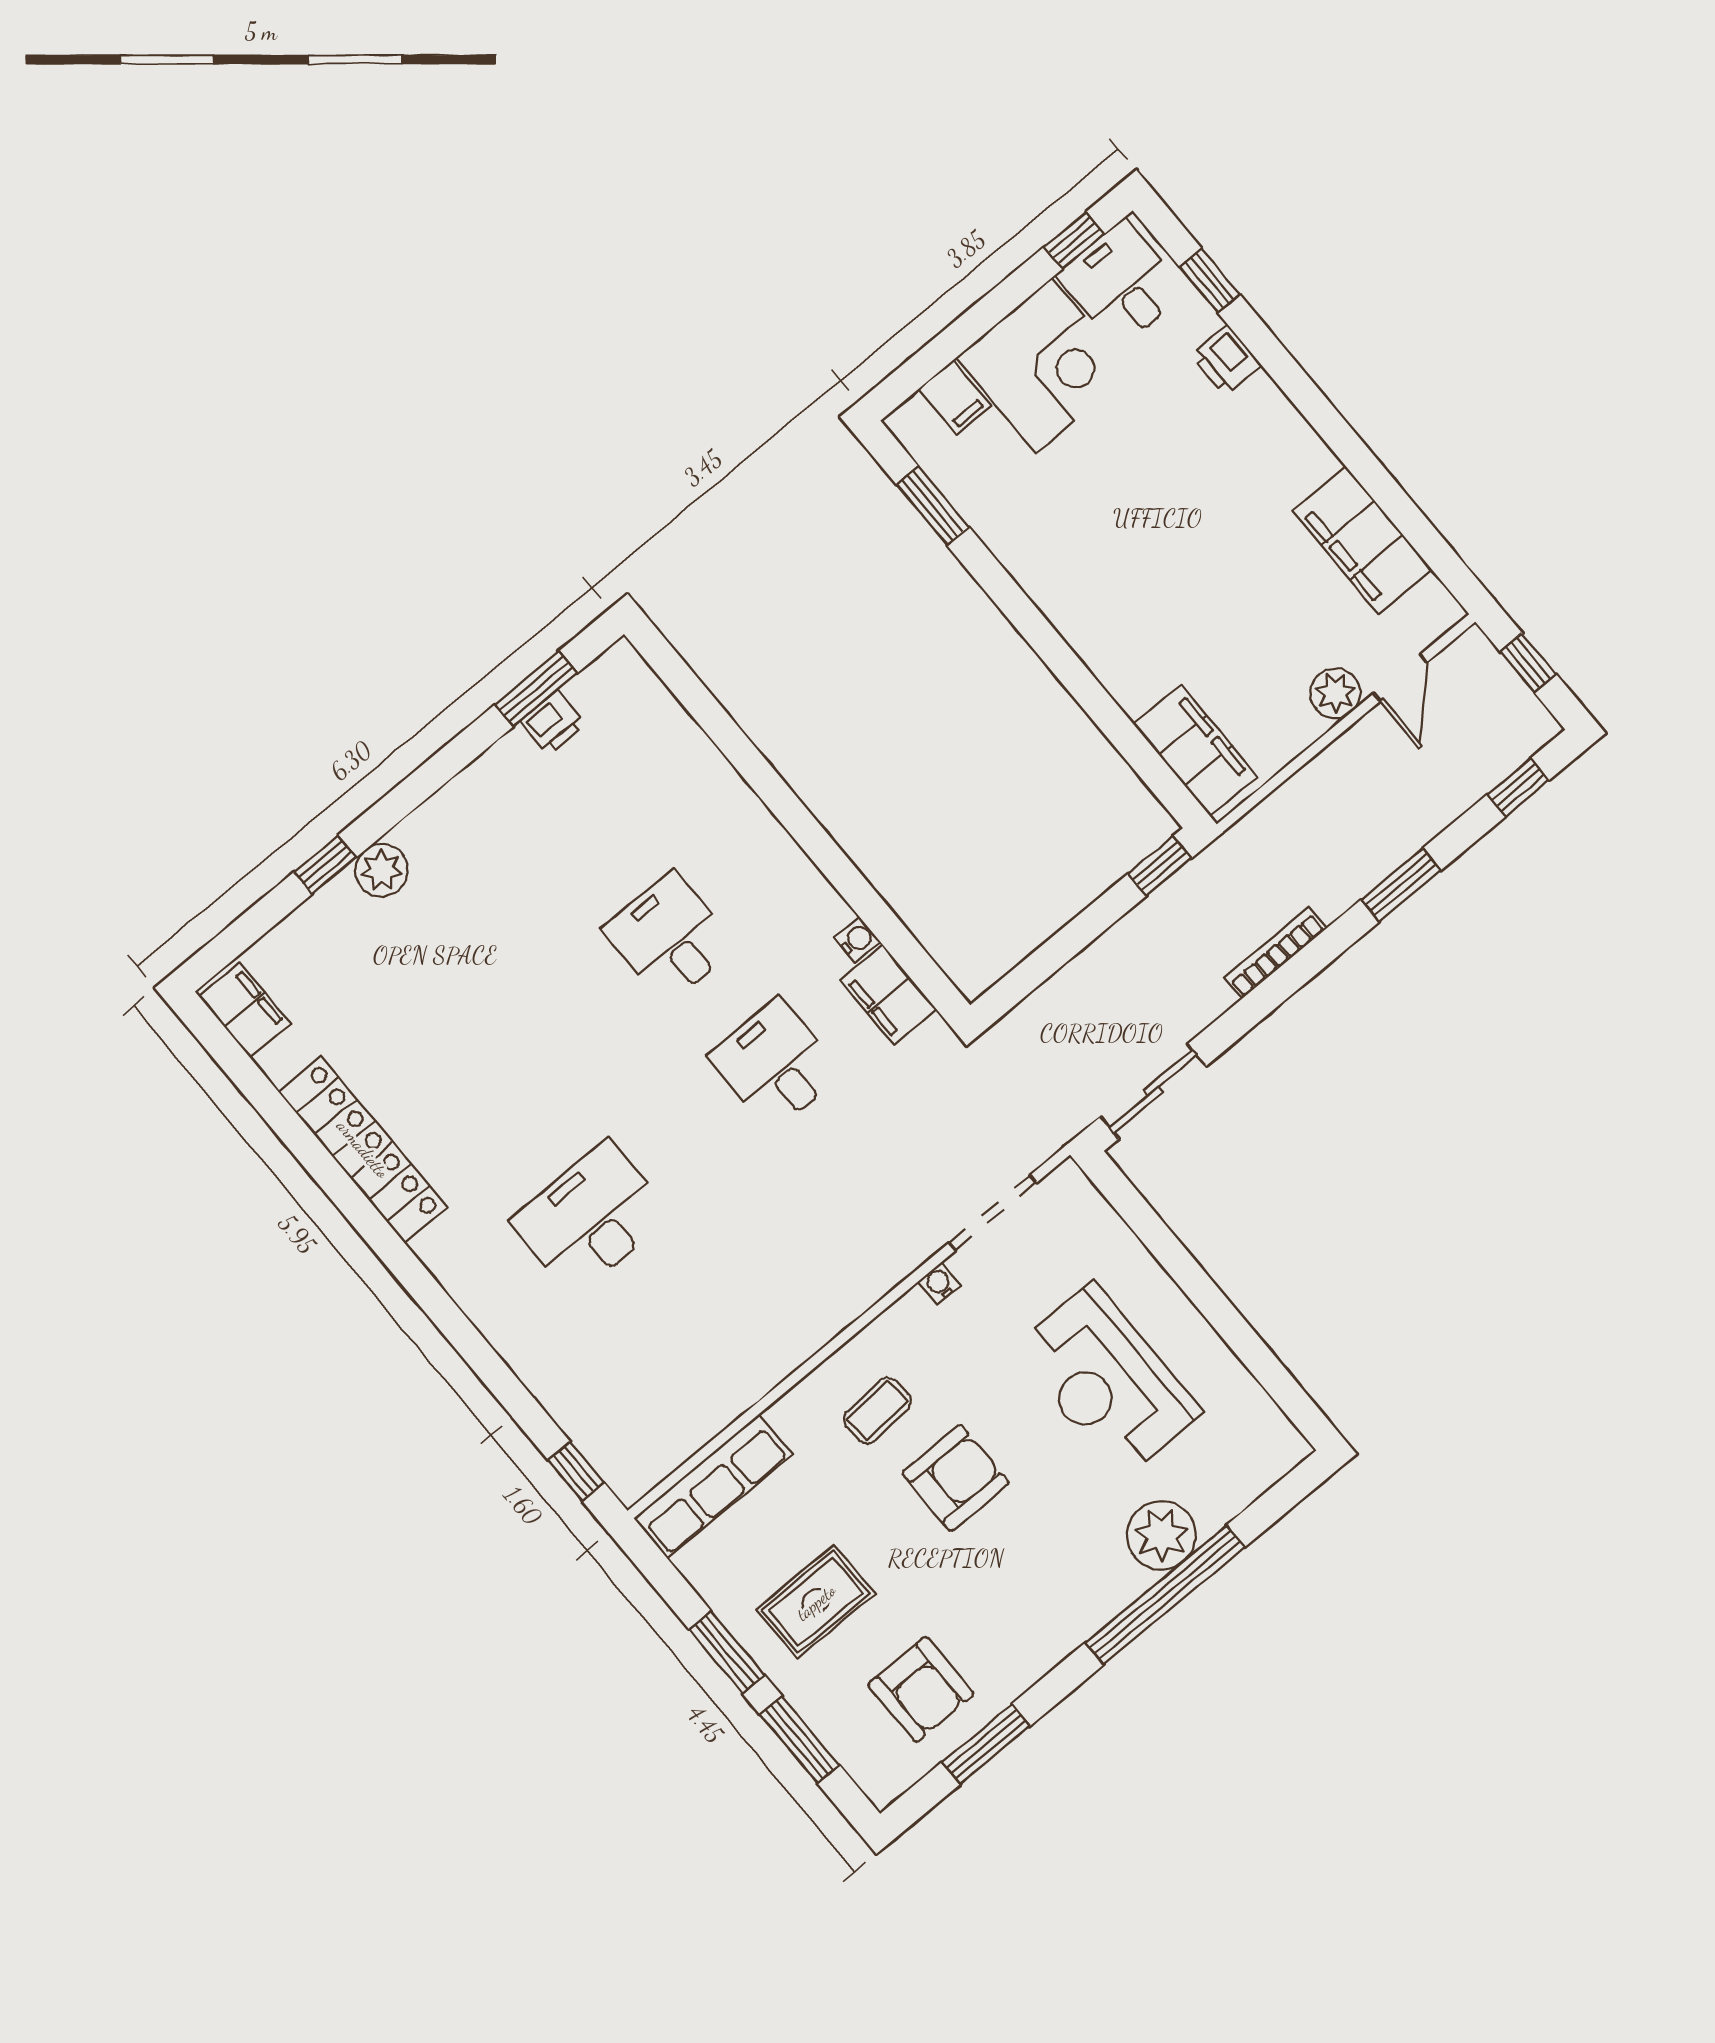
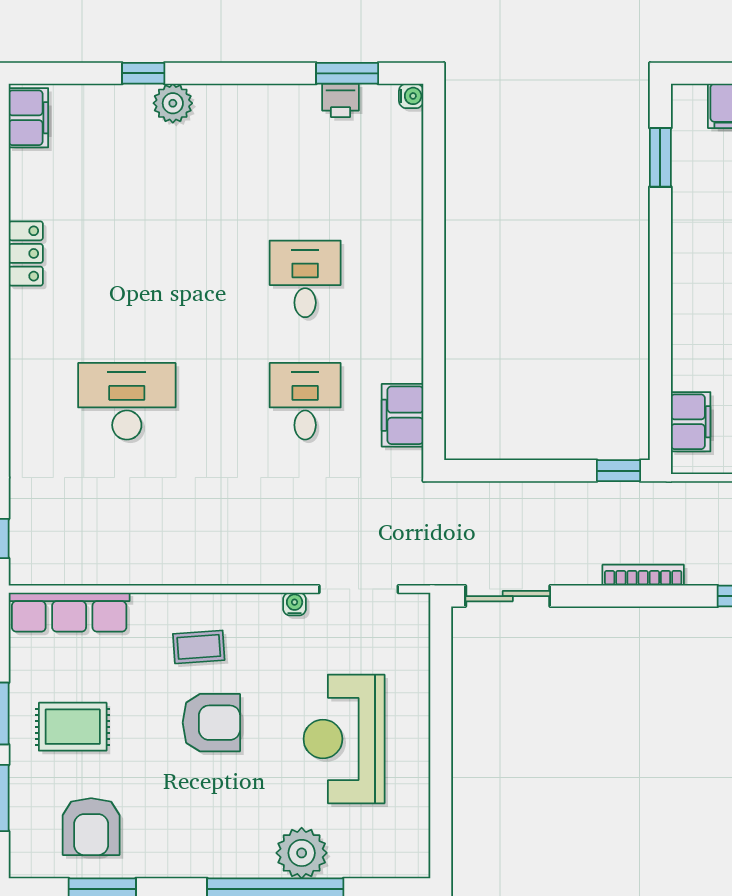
filing cabinet: (1196, 750) -> (691, 422), width x0.67, depth x0.86
water cooler: (857, 940) -> (411, 96), moved
locker: (363, 1149) -> (26, 253), width x0.46, depth x0.83

